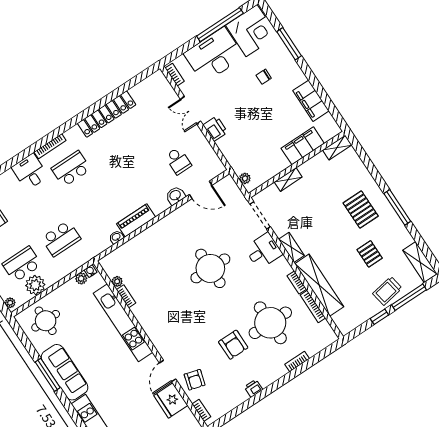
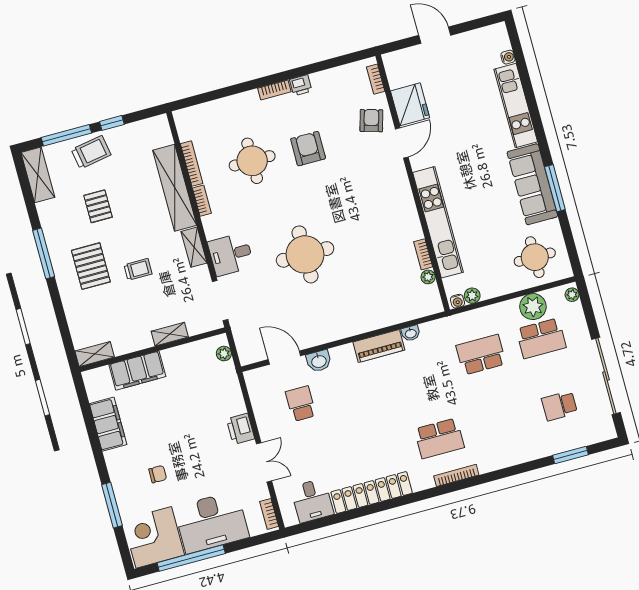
desk: (30, 172) -> (312, 501), moved
trolley: (326, 218) -> (138, 269), added
round table: (270, 323) -> (252, 161), width x0.73, depth x0.73
bookcase: (297, 361) -> (274, 90), moved

